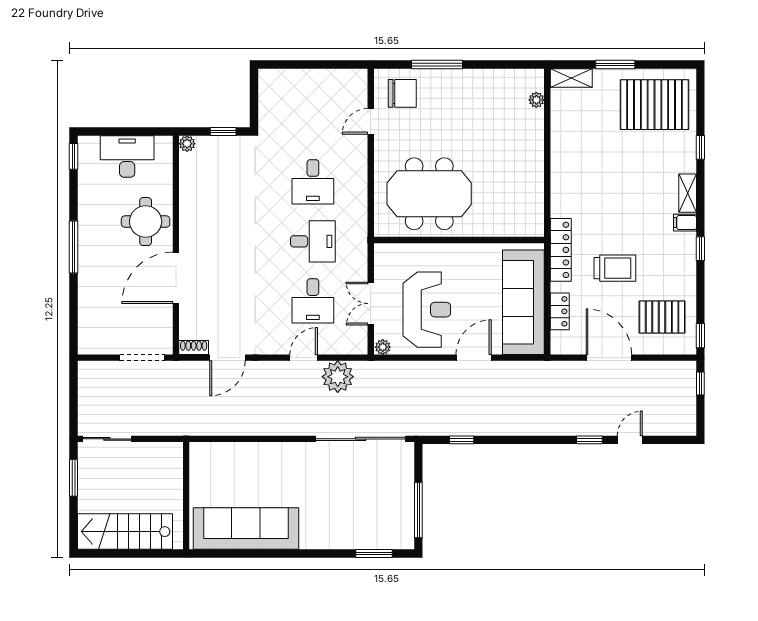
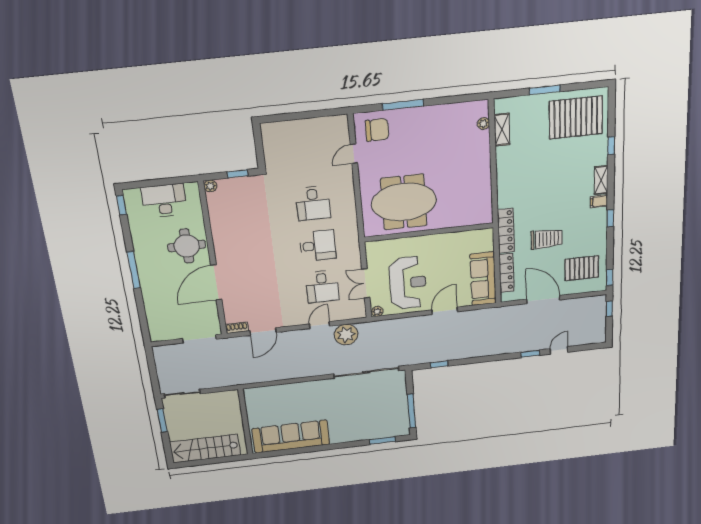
shelving: (571, 78) -> (502, 130), moved, turned 90
sofa: (523, 302) -> (483, 279), width x0.74, depth x0.79
locker: (560, 311) -> (506, 273), width x1.53

